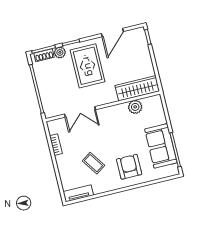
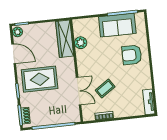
plant: (60, 52) -> (17, 32), moved
coffee table: (93, 163) -> (105, 89), moved

